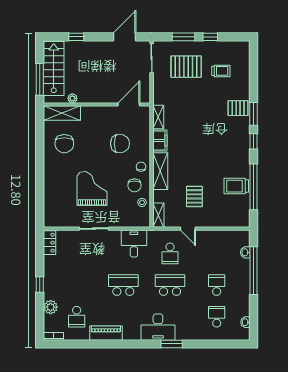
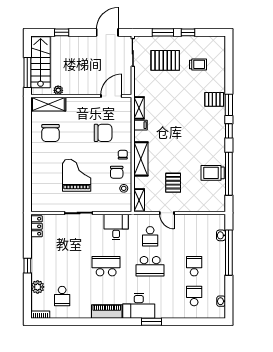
filing cabinet: (160, 141) -> (141, 125), width x0.50
school desk: (170, 285) -> (150, 266), turned 180
piano: (106, 333) -> (107, 311), moved

